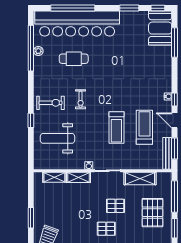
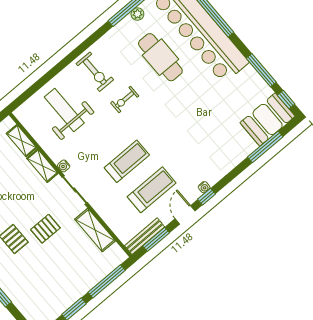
window: (129, 8) -> (261, 70), width x1.44
cafe table: (74, 59) -> (160, 57), width x1.37, depth x1.35
window: (31, 120) -> (59, 67), removed
treadmill: (116, 128) -> (127, 161), turned 180
pallet: (116, 206) -> (45, 229), turned 90
pallet: (152, 213) -> (71, 273), removed

